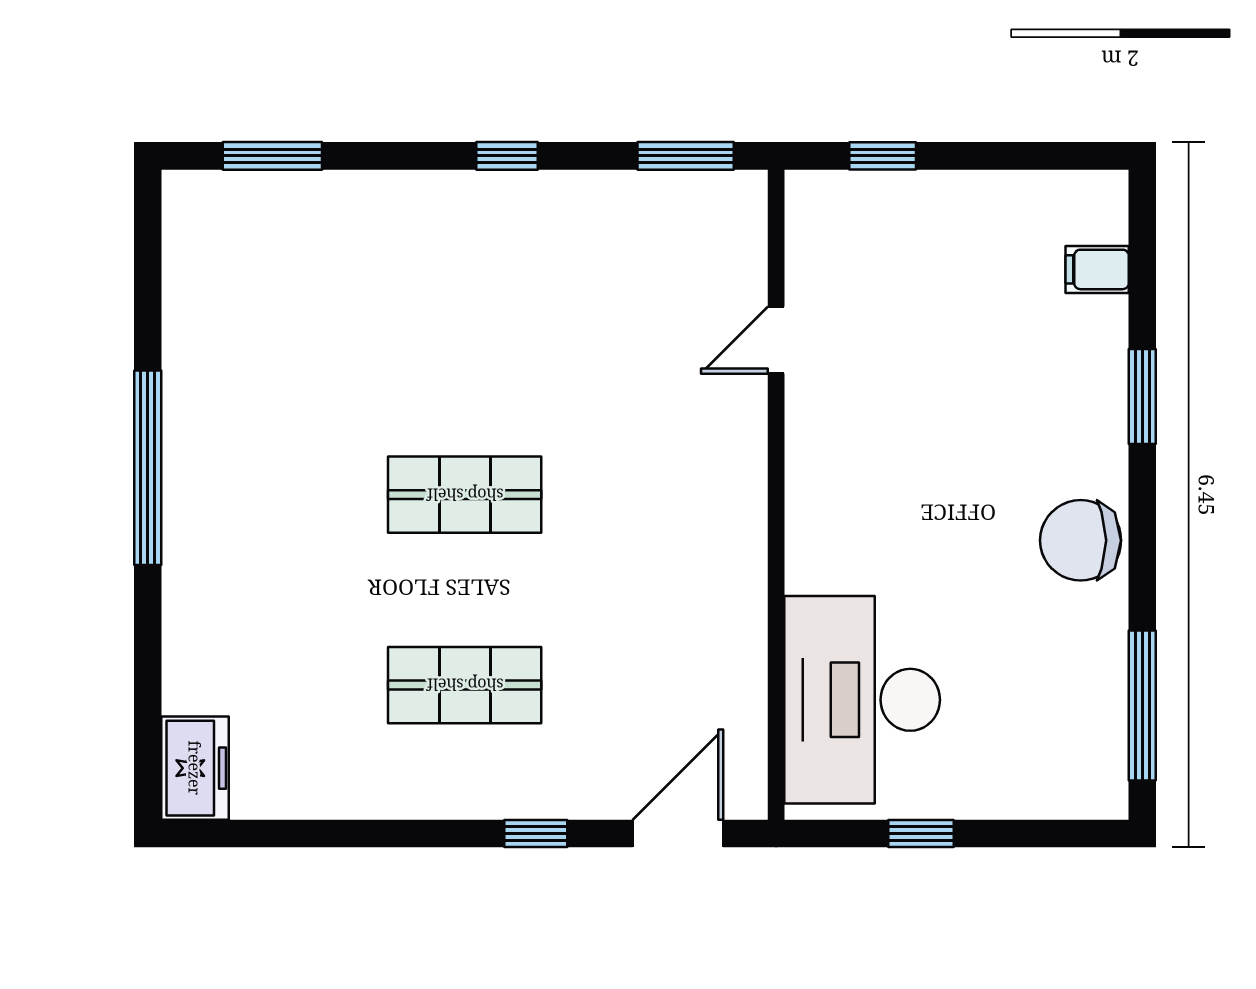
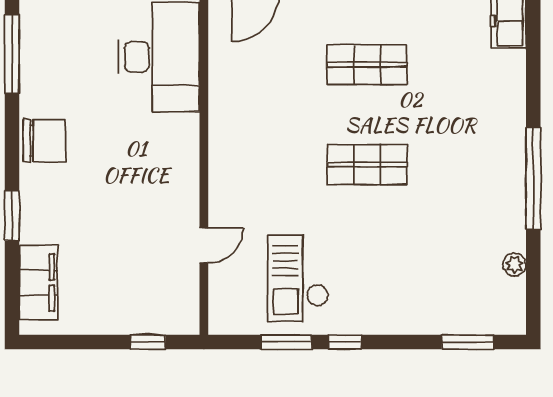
window: (686, 156) -> (286, 342), moved
filing cabinet: (1097, 269) -> (38, 282), width x3.00, depth x1.17
checkout: (597, 278) -> (298, 278), added
plant: (183, 304) -> (515, 265), added

